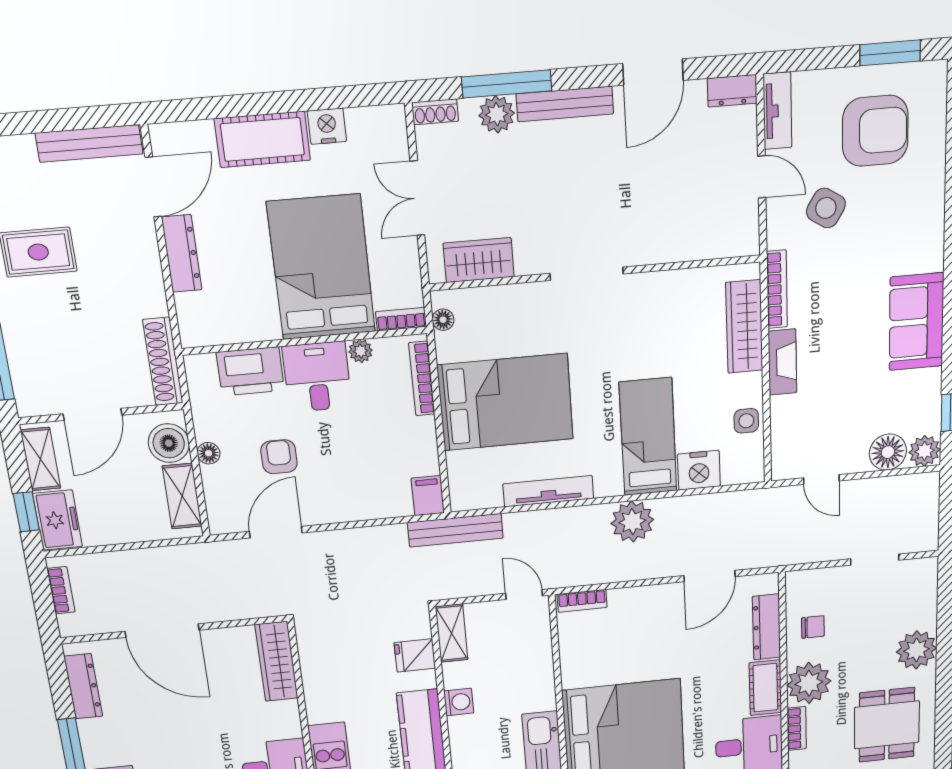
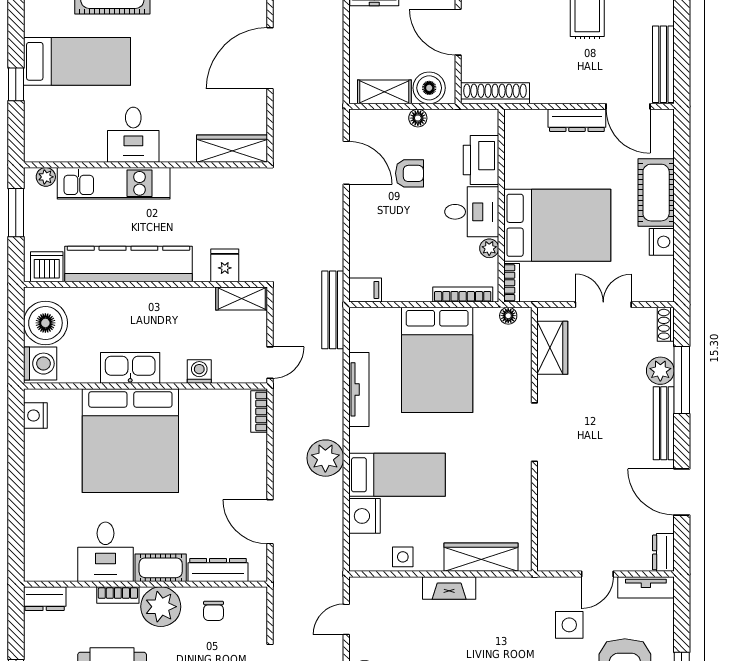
side table: (826, 208) -> (569, 625), turned -32
bookcase: (777, 289) -> (509, 584), removed
washing machine: (459, 702) -> (199, 371), moved, turned 180

